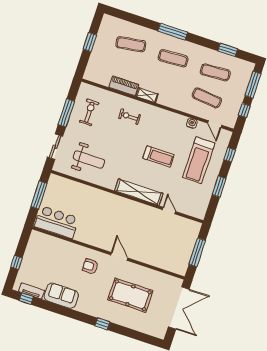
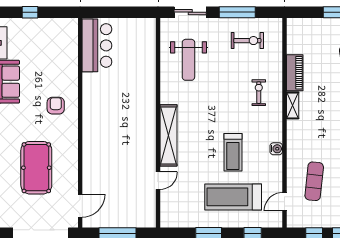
water cooler: (192, 123) -> (276, 149), moved
treadmill: (158, 157) -> (233, 152), moved
window: (39, 195) -> (123, 12), removed
door: (119, 256) -> (80, 206), moved

